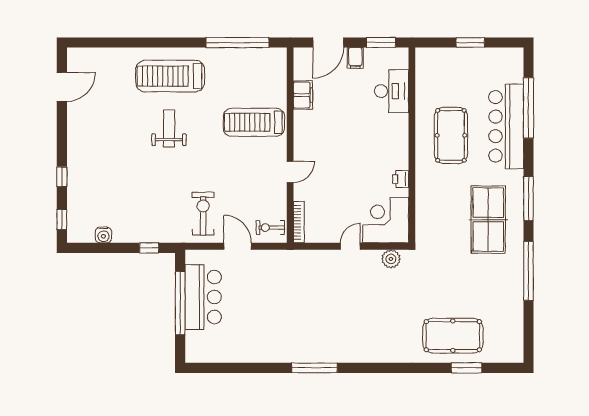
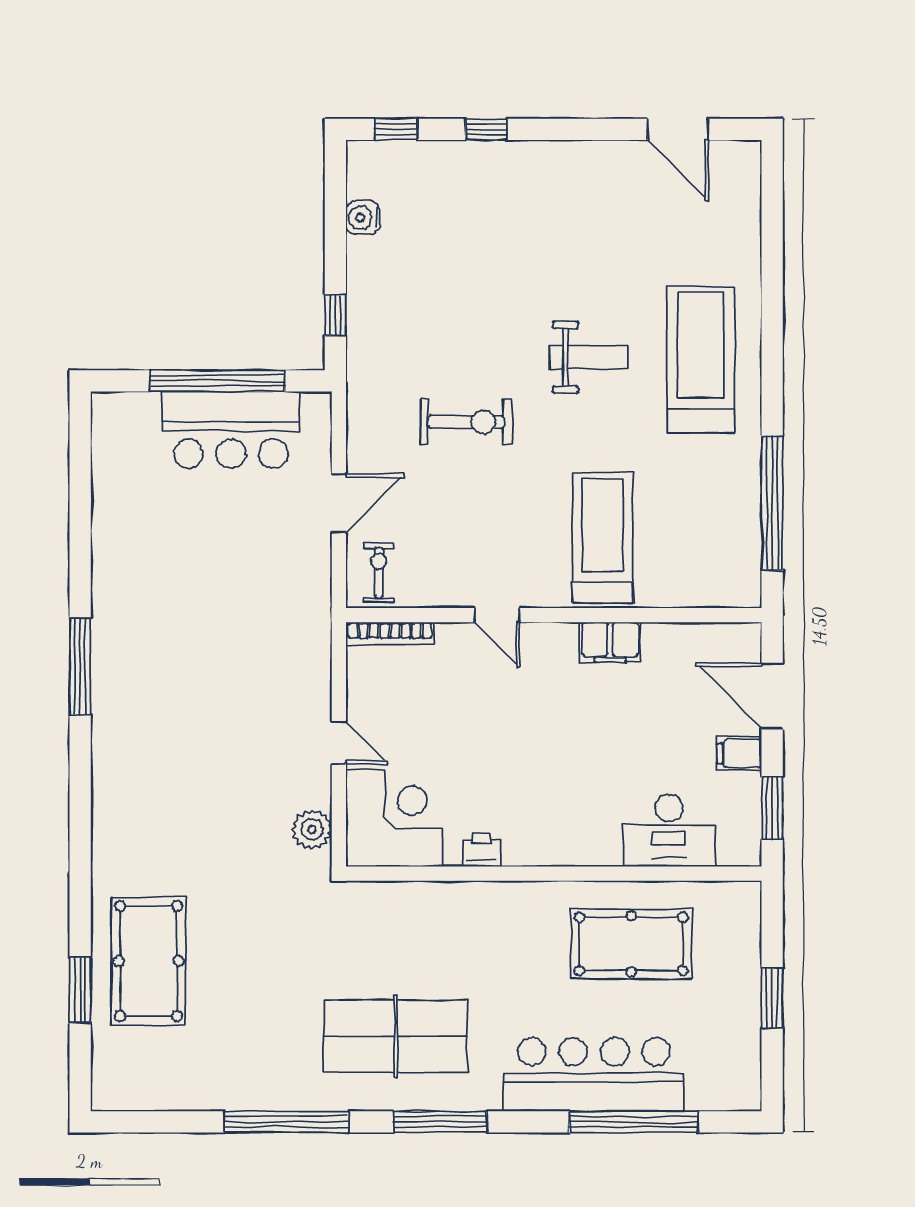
filing cabinet: (303, 95) -> (610, 642), moved
pool table: (451, 135) -> (631, 944), moved
exercise bike: (203, 214) -> (466, 422), moved

